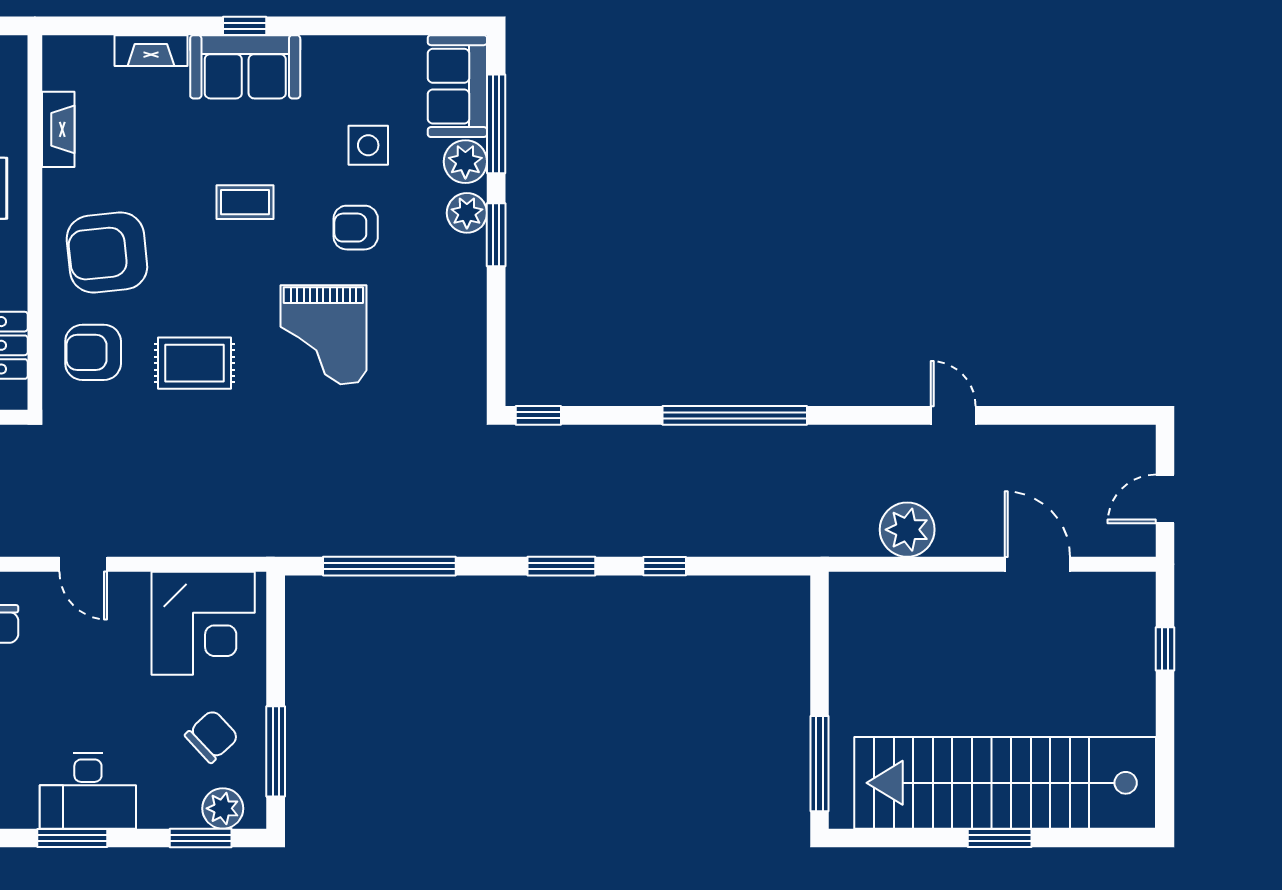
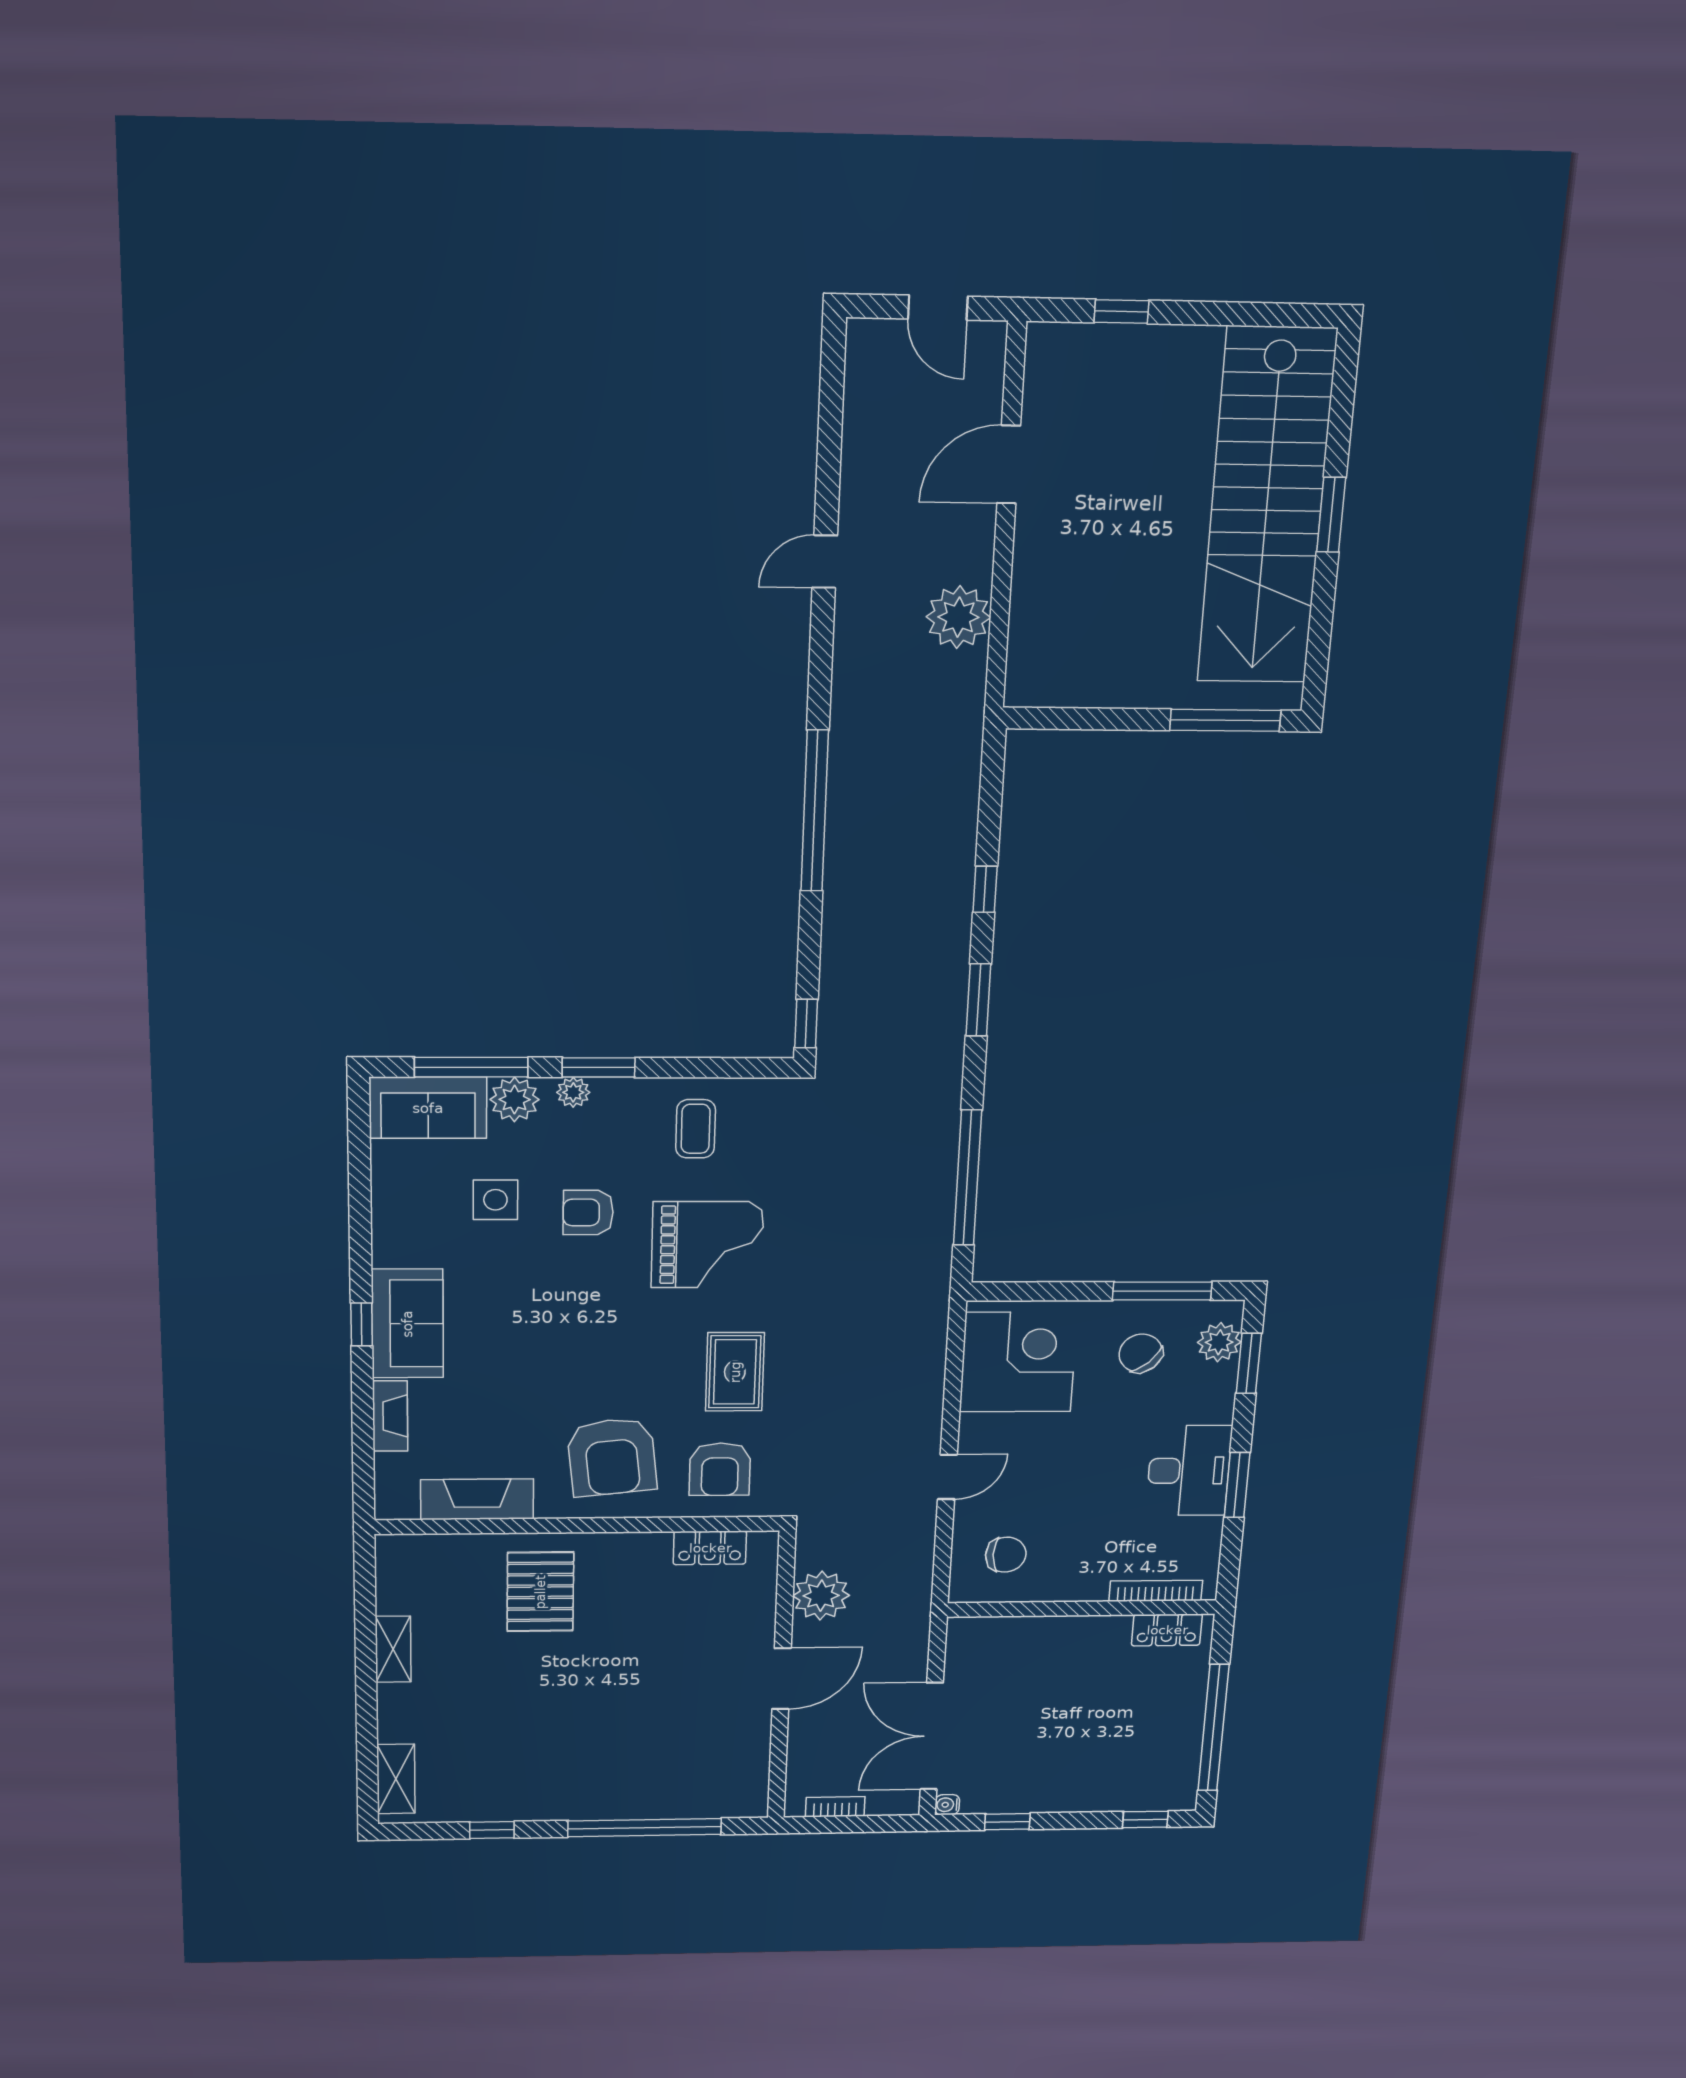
fireplace: (58, 129) -> (477, 1499), width x1.37, depth x1.32
coffee table: (245, 202) -> (696, 1129), moved
plant: (467, 213) -> (573, 1092), width x0.73, depth x0.73
armchair: (356, 228) -> (588, 1212), turned 90

